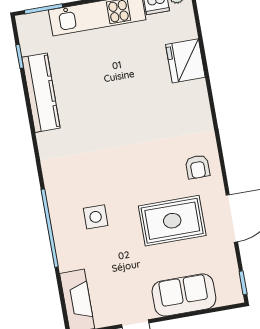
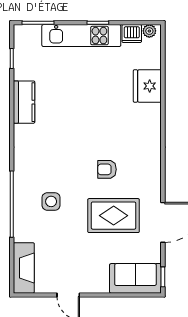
kitchen counter: (41, 93) -> (24, 102), width x0.67
armchair: (197, 167) -> (107, 169), moved, turned 90
sofa: (184, 295) -> (135, 278), moved

